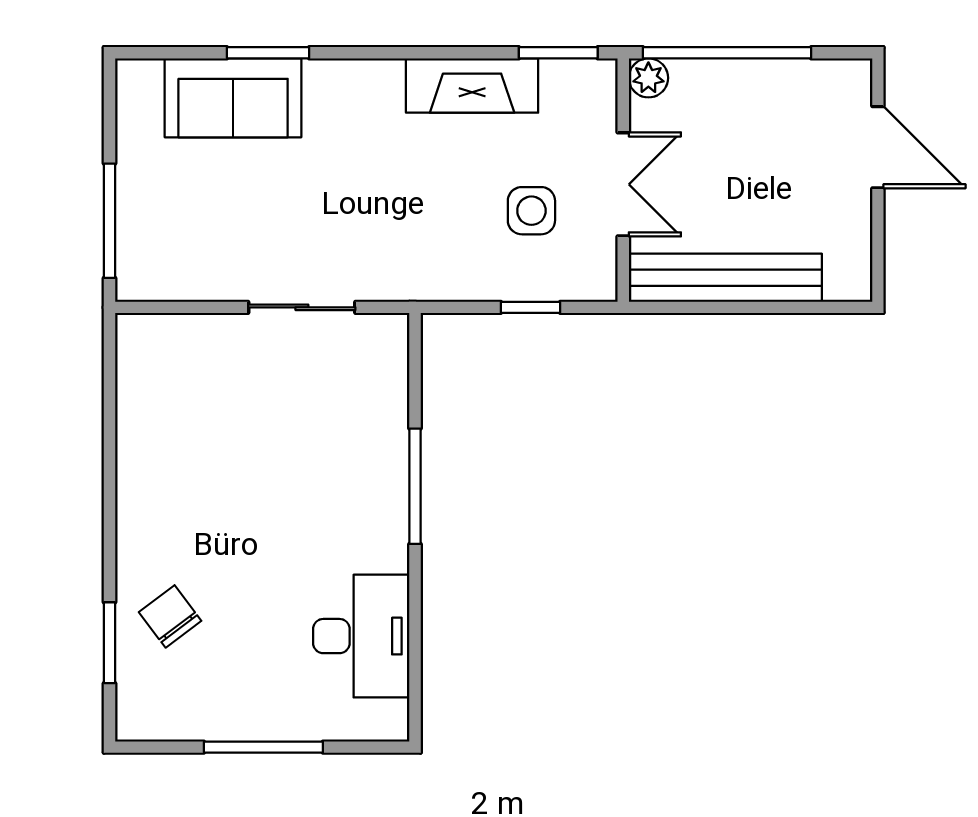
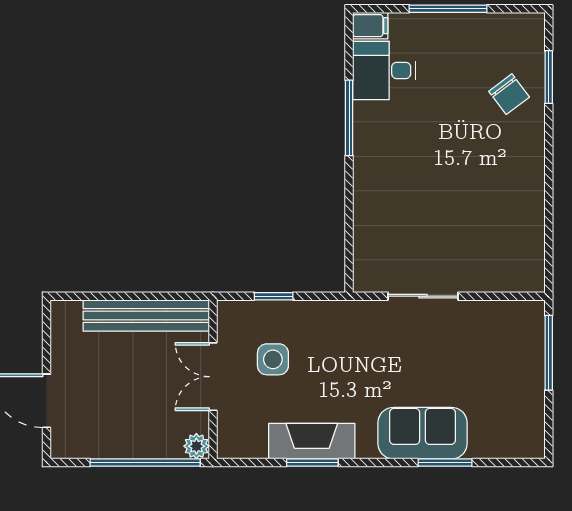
window: (558, 53) -> (312, 463), moved
sofa: (233, 98) -> (422, 433), moved
window: (415, 486) -> (349, 118), moved
desk: (361, 636) -> (384, 70), width x0.73
filing cabinet: (382, 721) -> (370, 26), added

